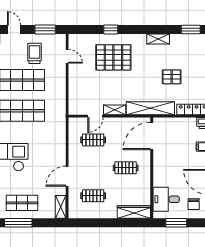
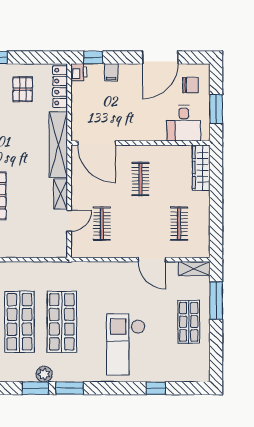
pallet: (172, 77) -> (23, 89), moved
door: (95, 116) -> (69, 221), hinge flipped
window: (18, 223) -> (216, 301), moved

